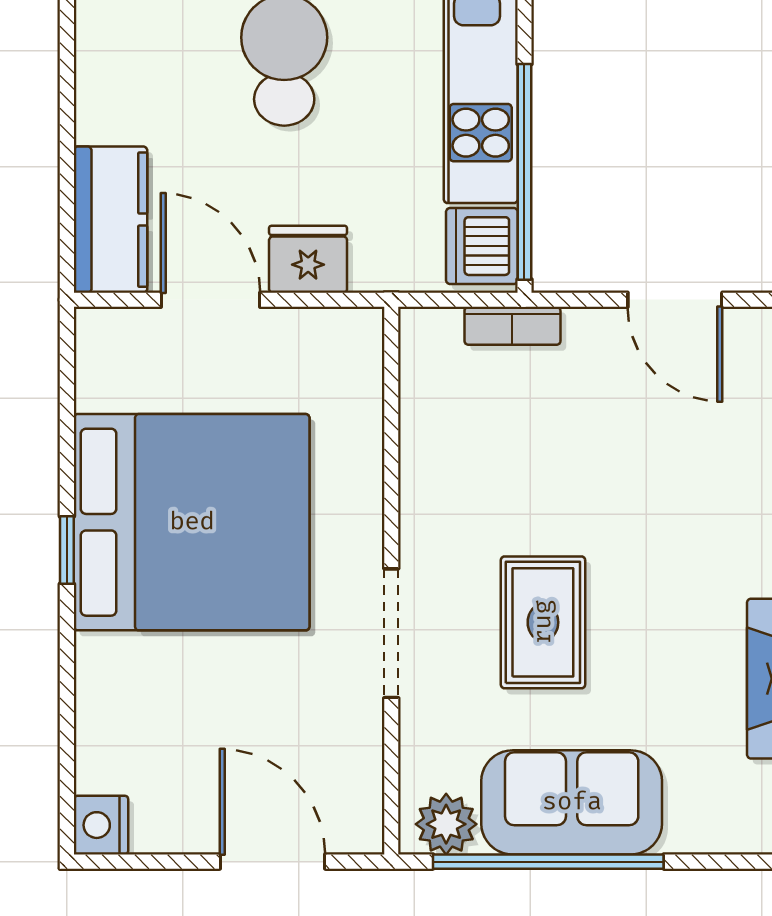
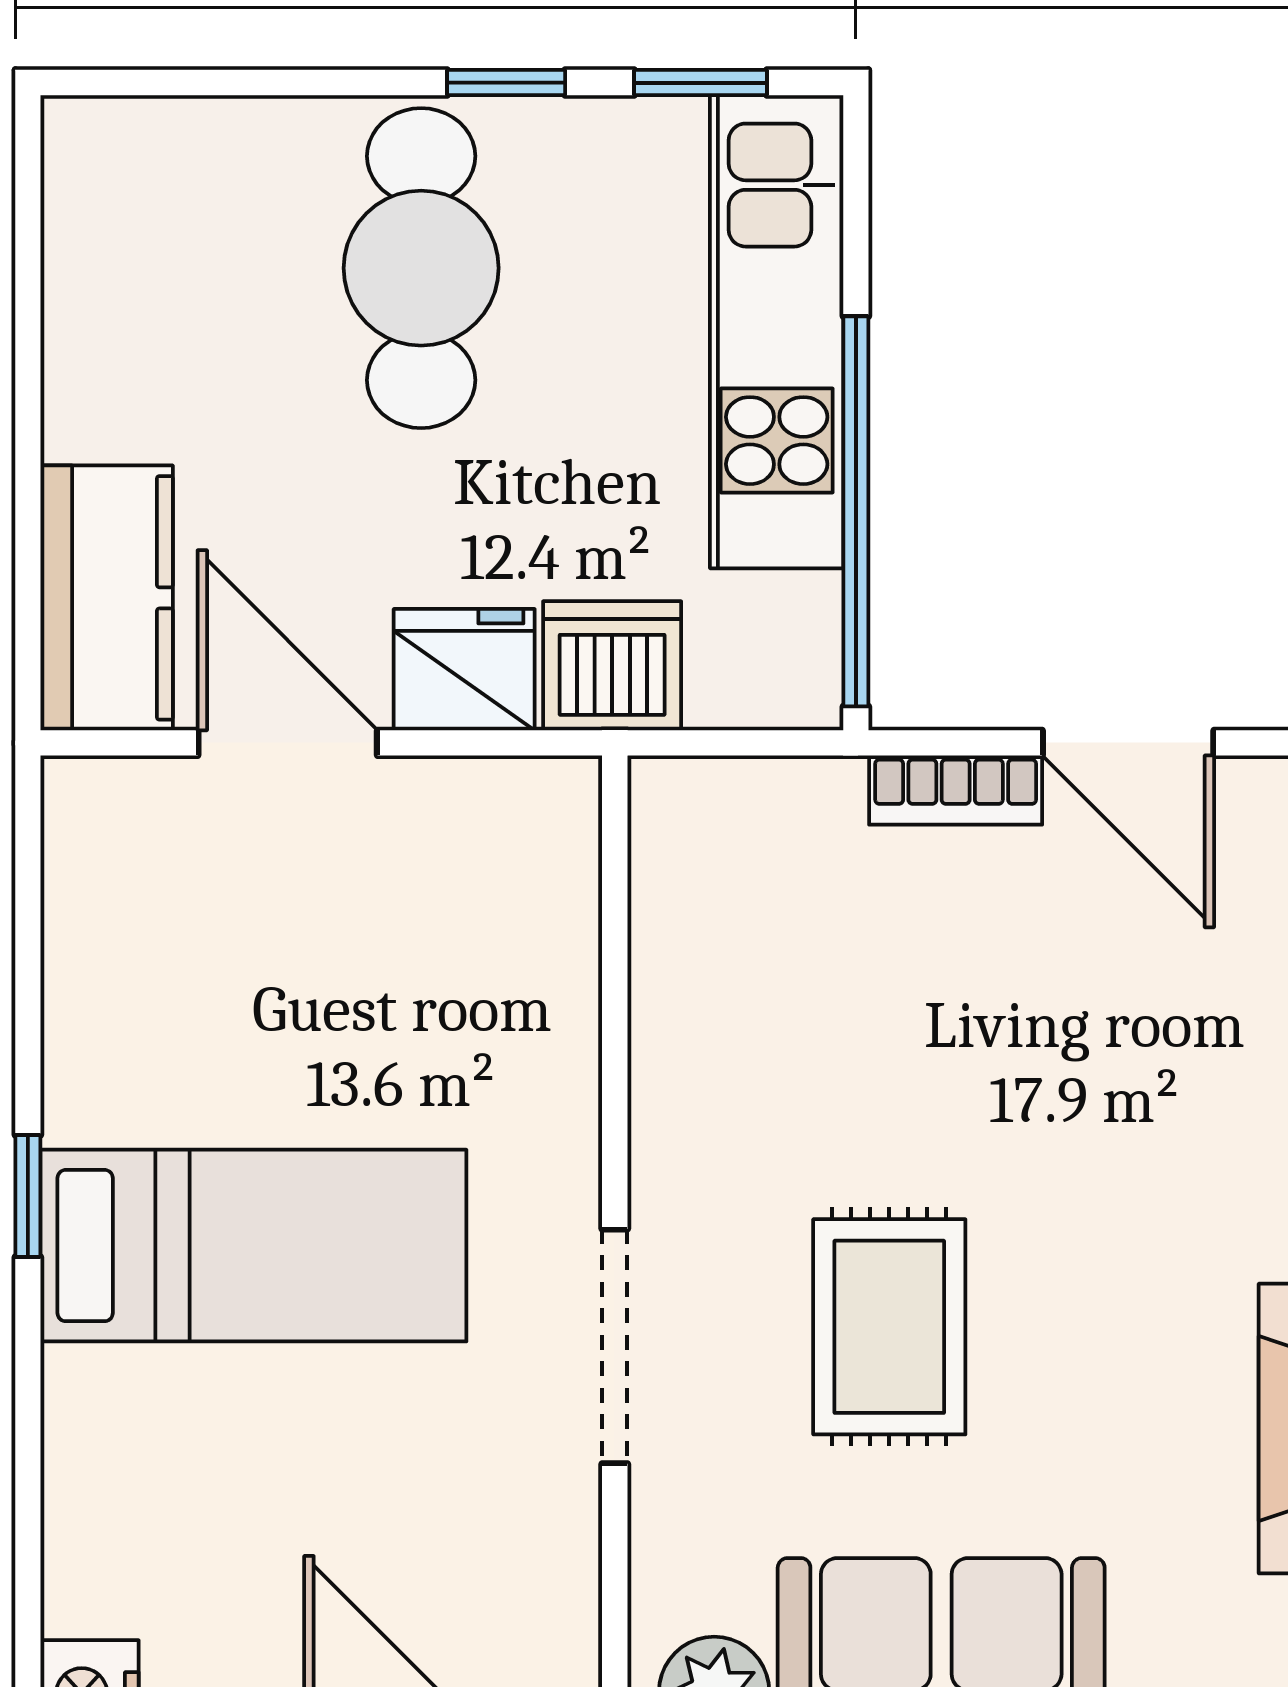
dishwasher: (482, 246) -> (612, 666), moved, turned 90
bookcase: (512, 326) -> (956, 790), moved
bed: (192, 522) -> (253, 1246), width x0.49

